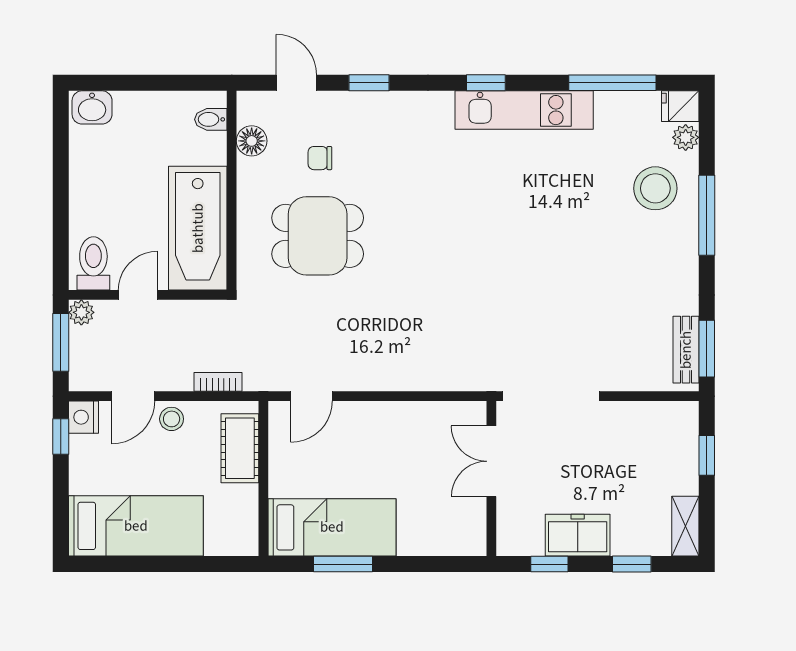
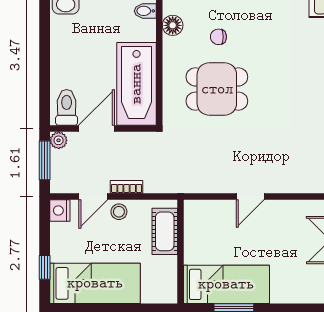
door: (138, 295) -> (96, 129), width x1.38
bookcase: (218, 382) -> (127, 187), moved
door: (311, 396) -> (250, 196), moved
window: (61, 436) -> (45, 267), moved

